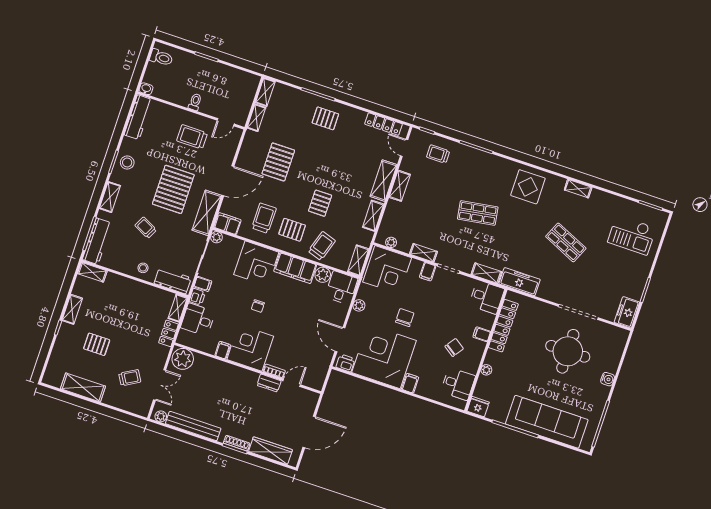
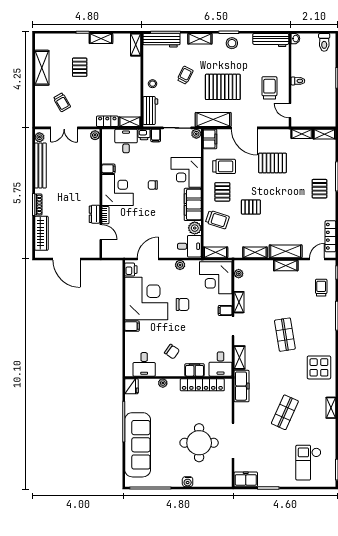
filing cabinet: (482, 334) -> (195, 370), width x2.00
plant: (183, 359) -> (95, 135), width x0.53, depth x0.53

